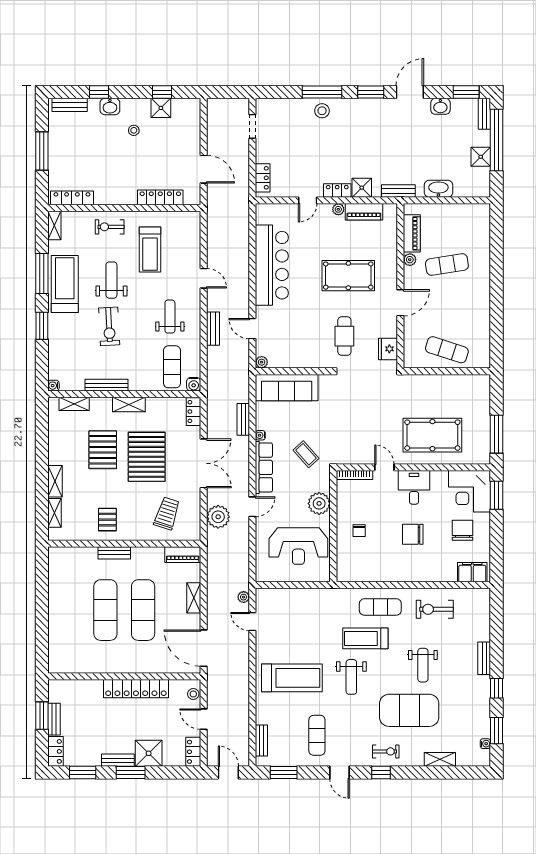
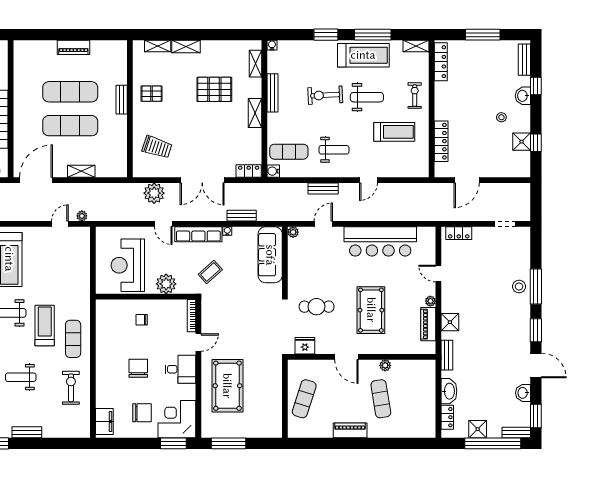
locker: (337, 191) -> (447, 417), moved
piano: (412, 233) -> (350, 430), moved, turned 180
treadmill: (150, 250) -> (394, 132), turned 180
pallet: (147, 457) -> (208, 129), removed
piano: (183, 555) -> (73, 47), moved, turned -90

